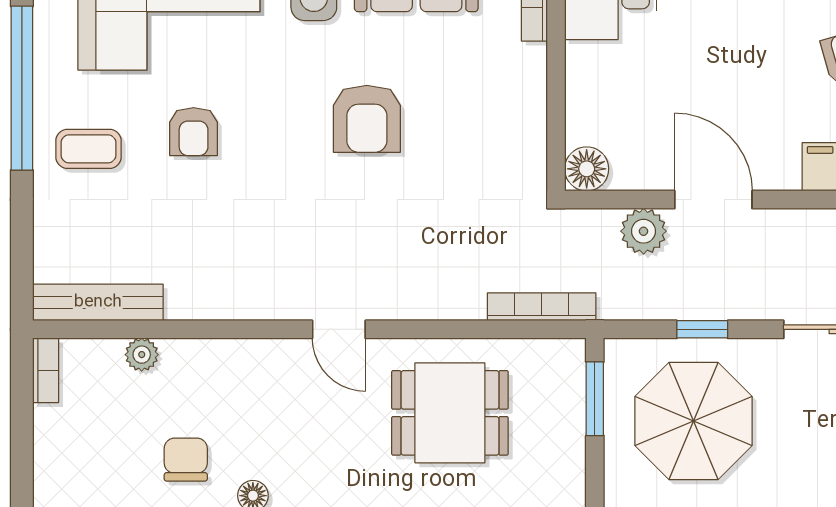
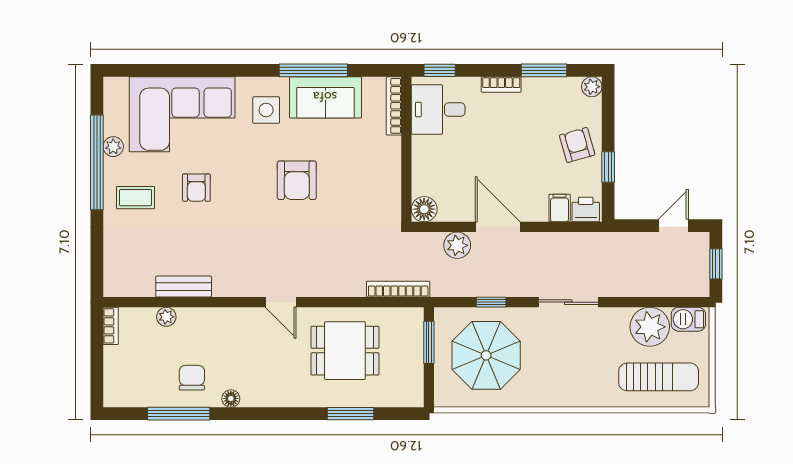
plant: (50, 61) -> (113, 147), added
bench: (98, 302) -> (184, 287), moved, width x0.73

